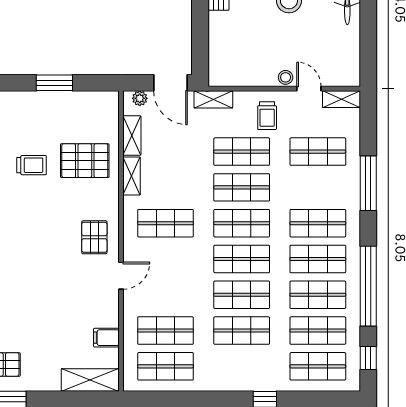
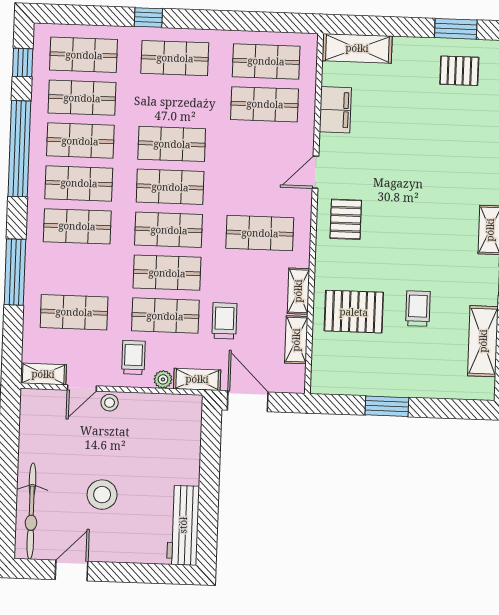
door: (309, 89) -> (82, 388), hinge flipped
plant: (140, 98) -> (163, 379), moved
trolley: (192, 149) -> (224, 321), added
trolley: (32, 165) -> (418, 309), turned 90
shop shelf: (242, 331) -> (175, 58), moved
filing cabinet: (106, 338) -> (335, 110), width x2.00

